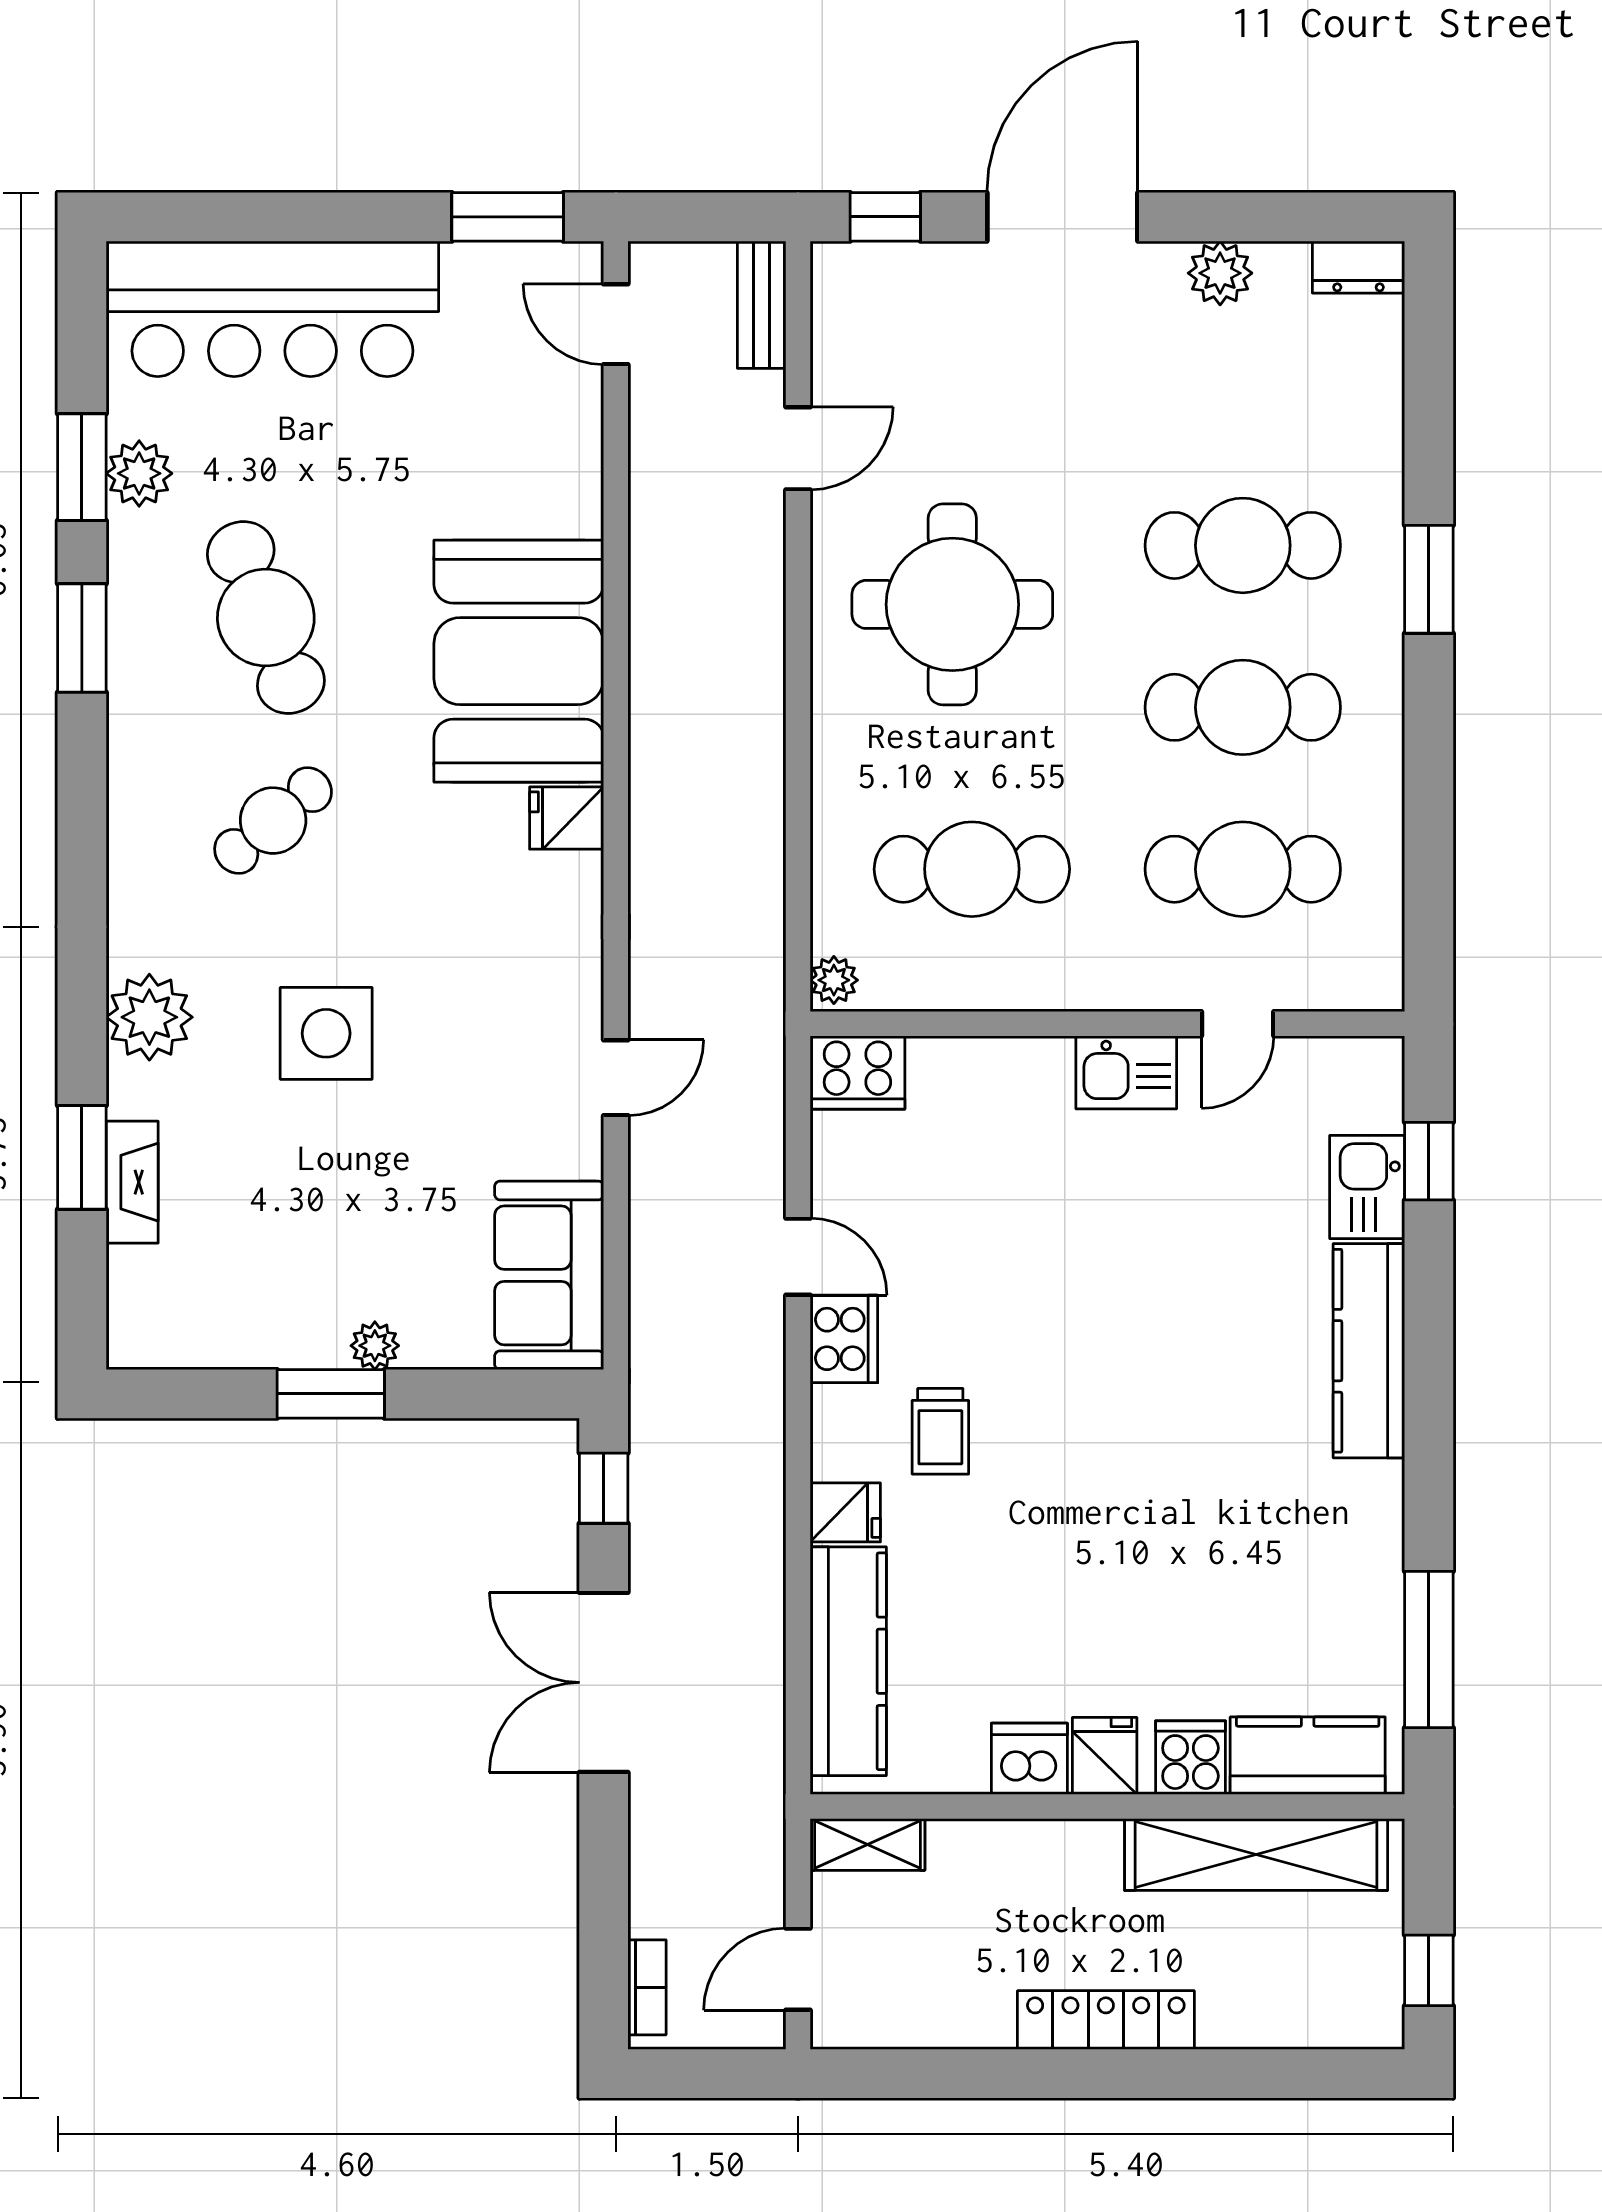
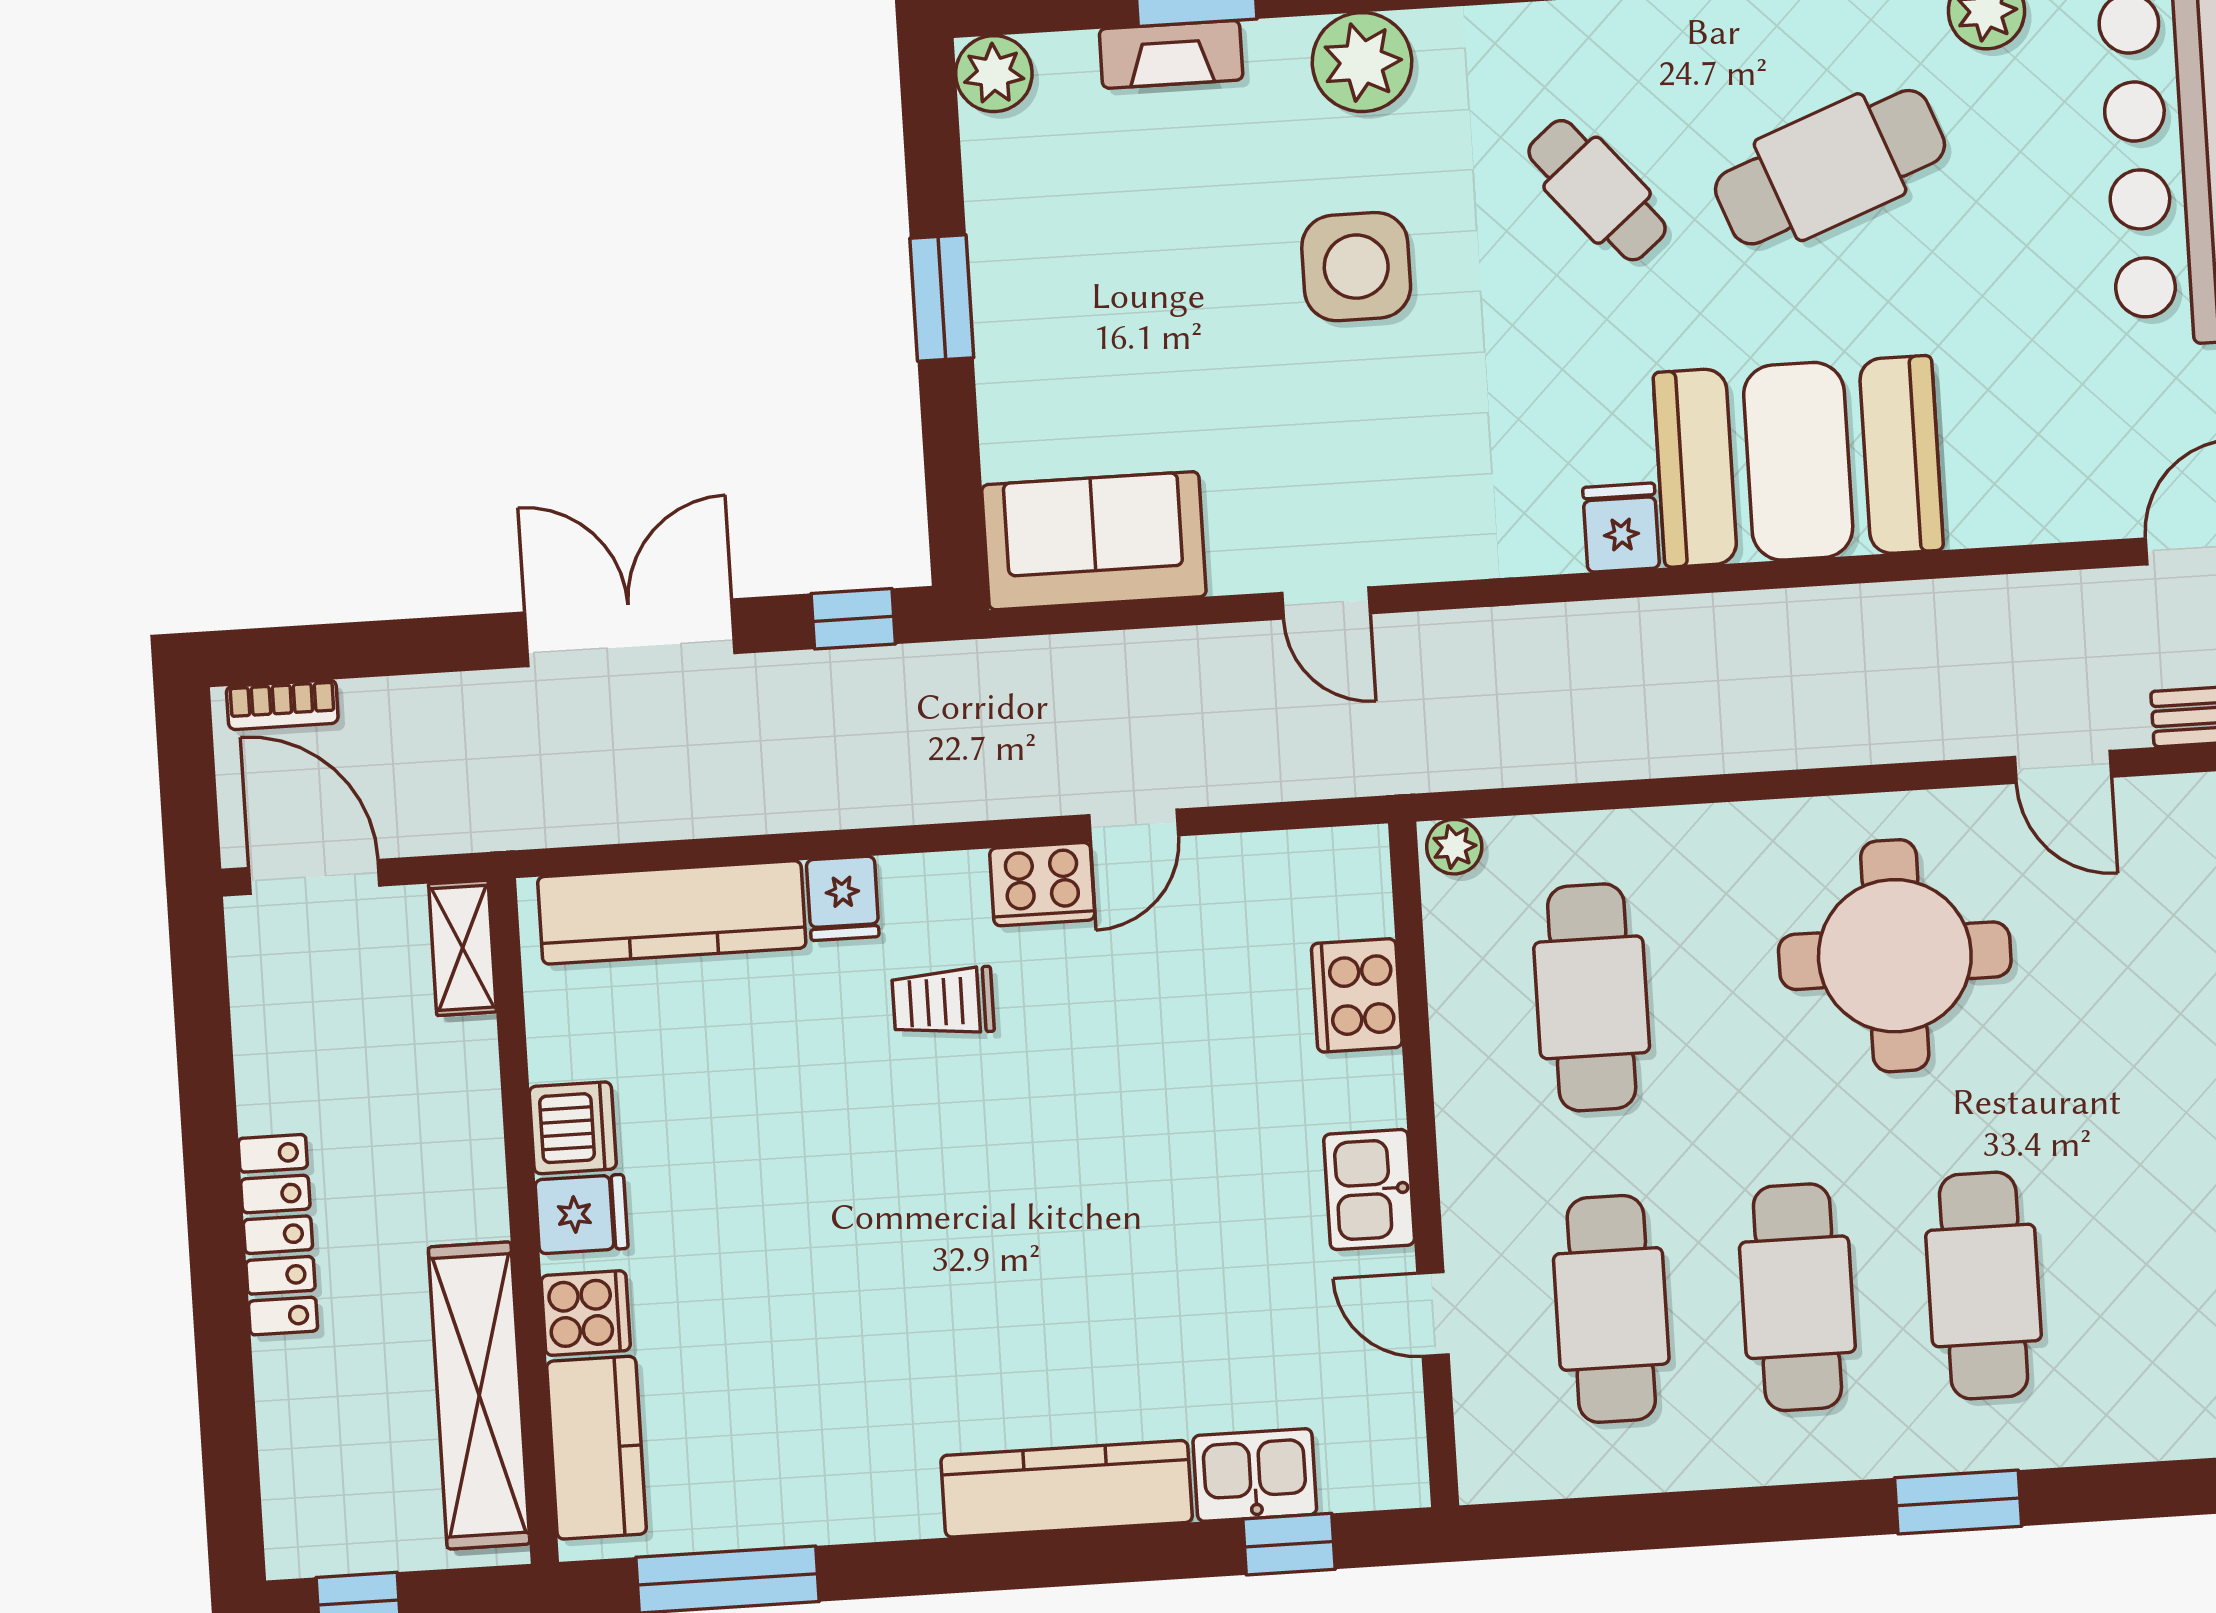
cooker: (857, 1073) -> (1357, 995), moved
plant: (375, 1346) -> (994, 74), moved, width x1.38, depth x1.38
door: (798, 1969) -> (314, 877), width x1.38

